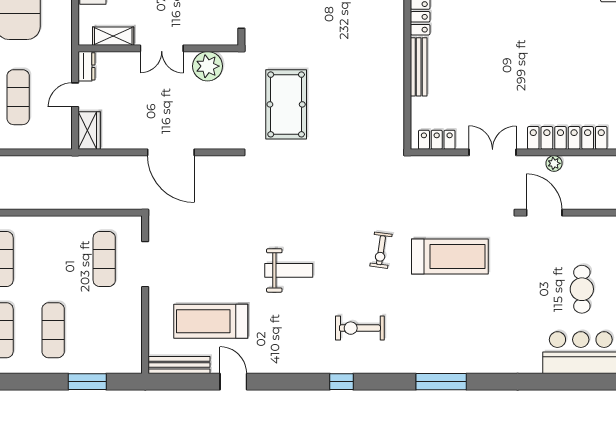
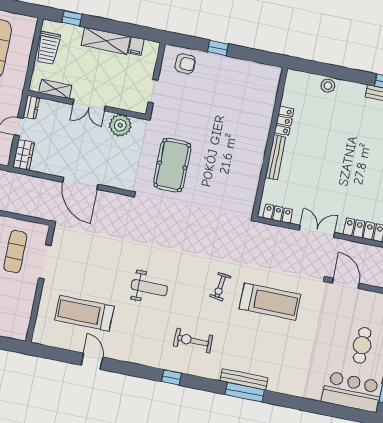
plant: (554, 163) -> (360, 249), removed
bench: (179, 365) -> (244, 379), moved

